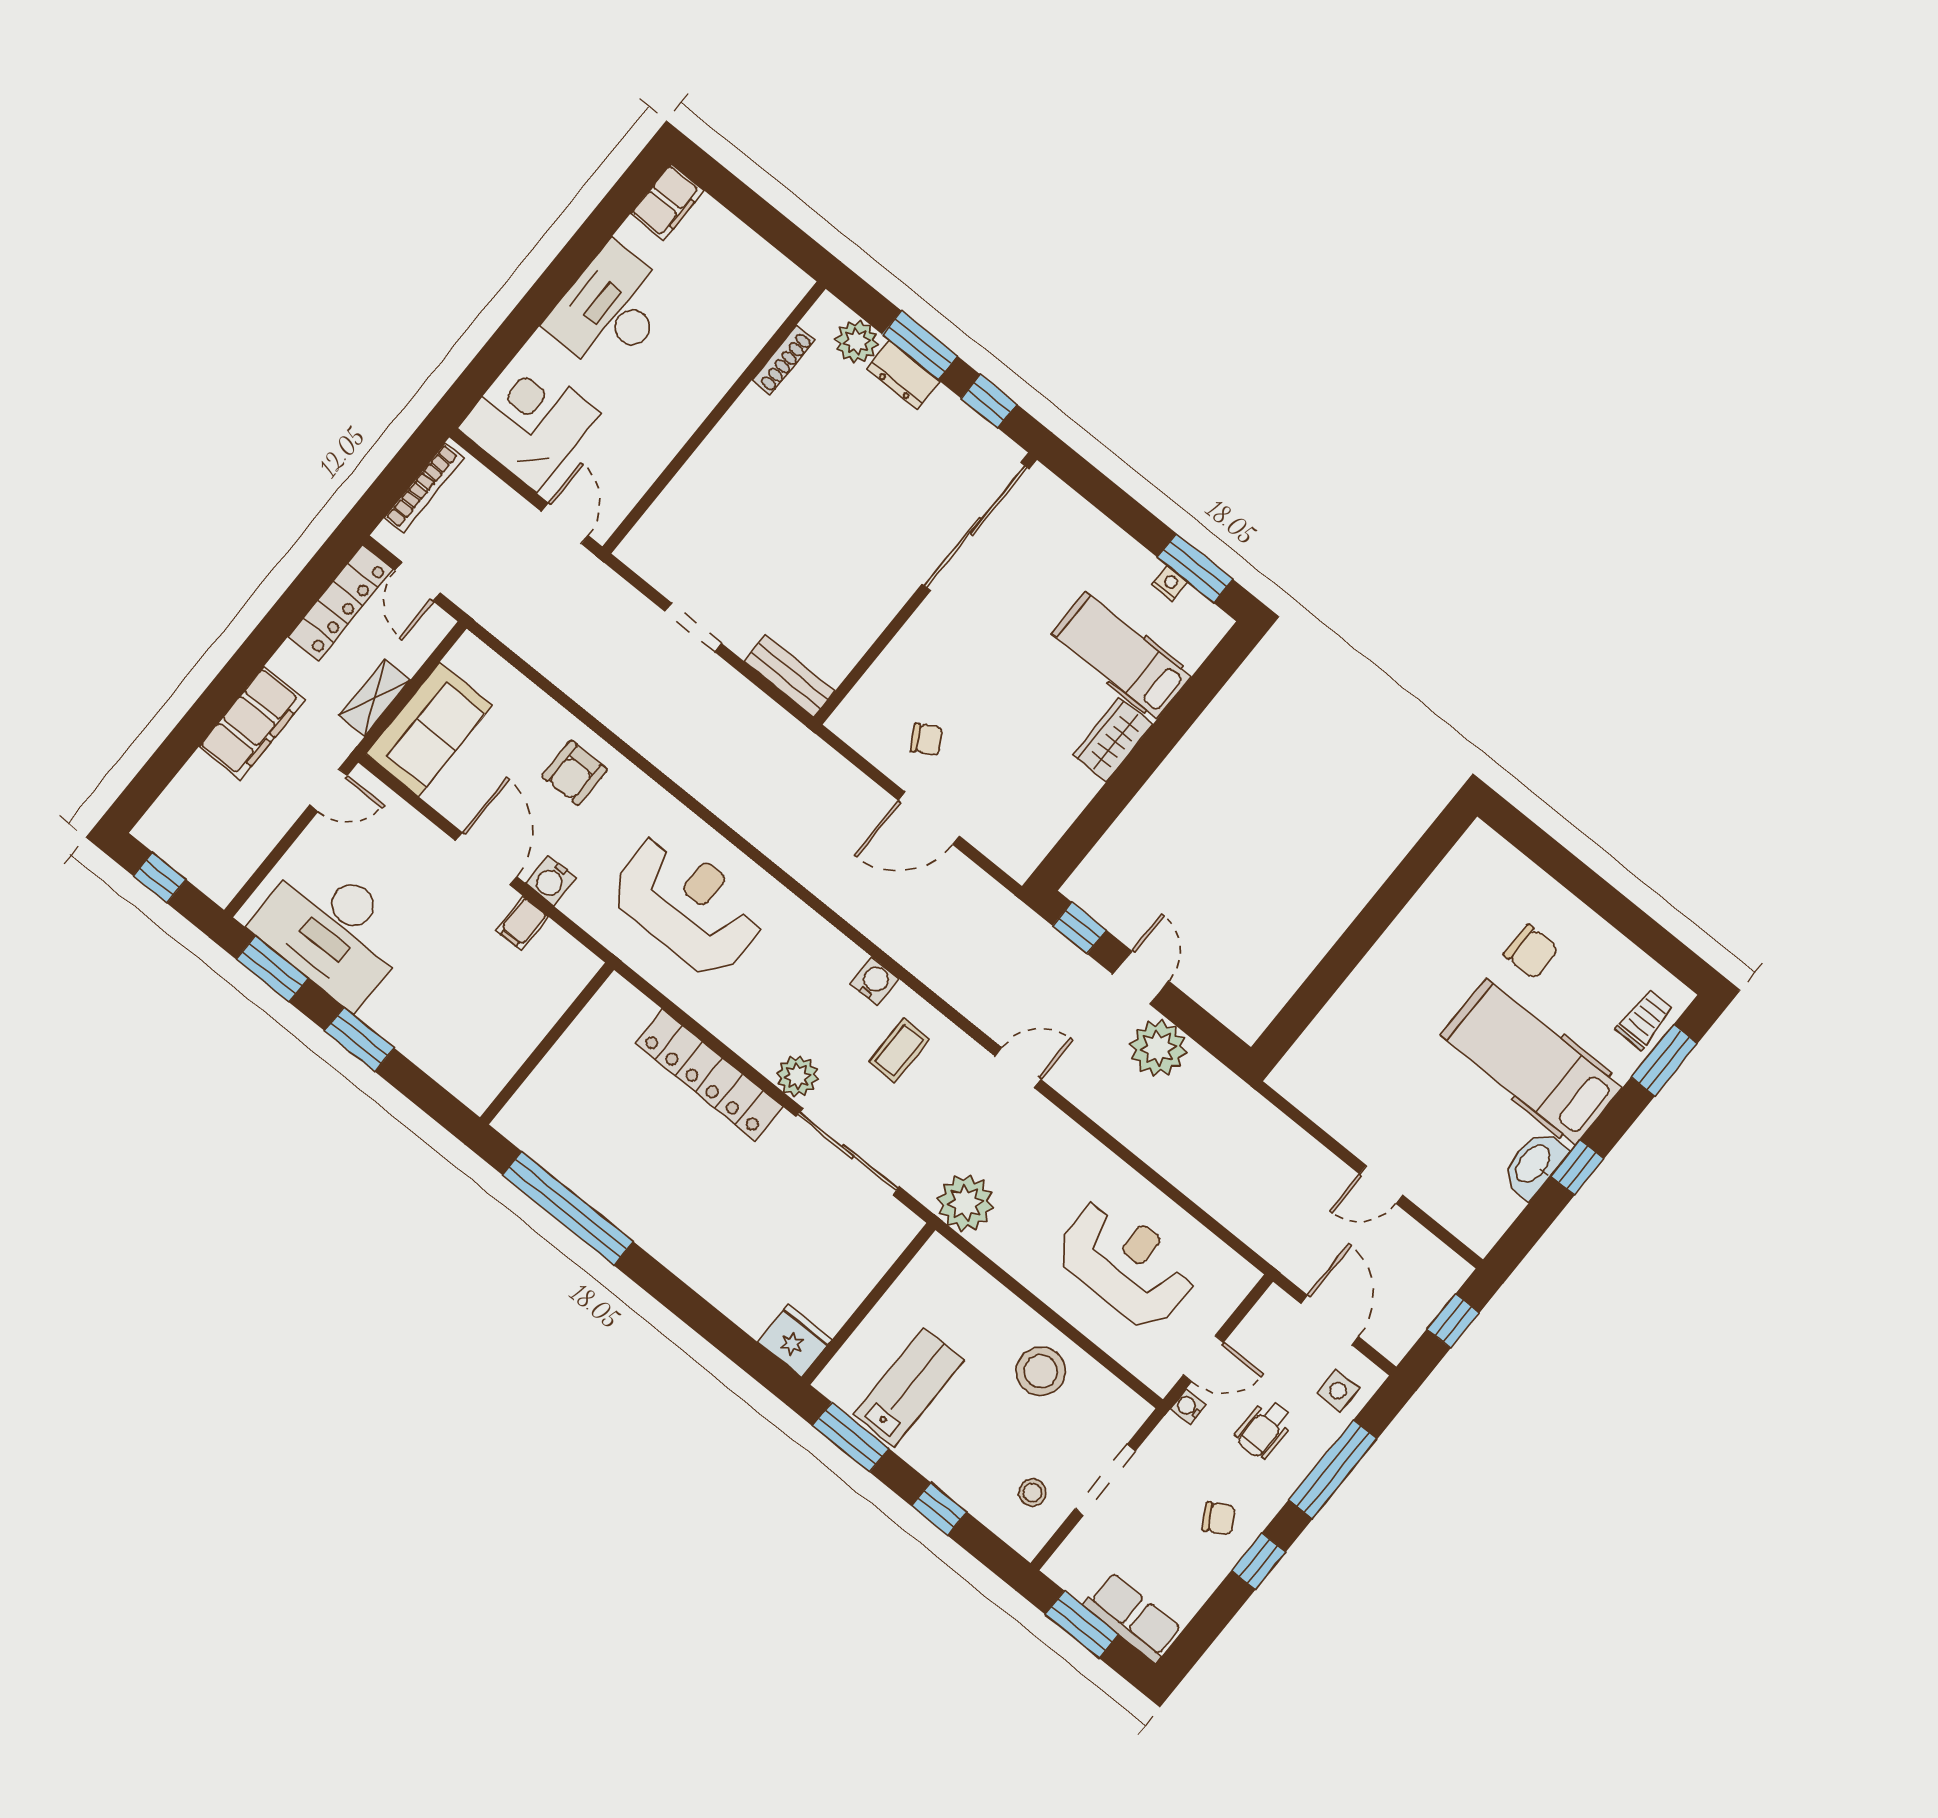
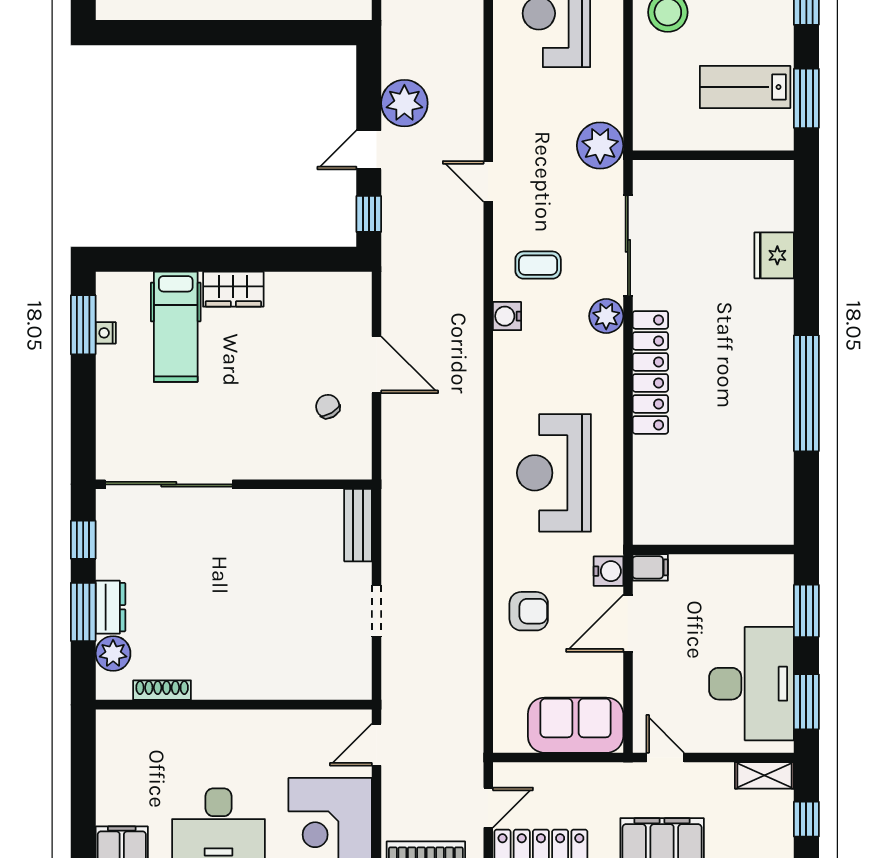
shelving: (375, 698) -> (764, 775), moved
wall: (547, 1044) -> (713, 549), moved
fridge: (795, 1341) -> (774, 255), moved

